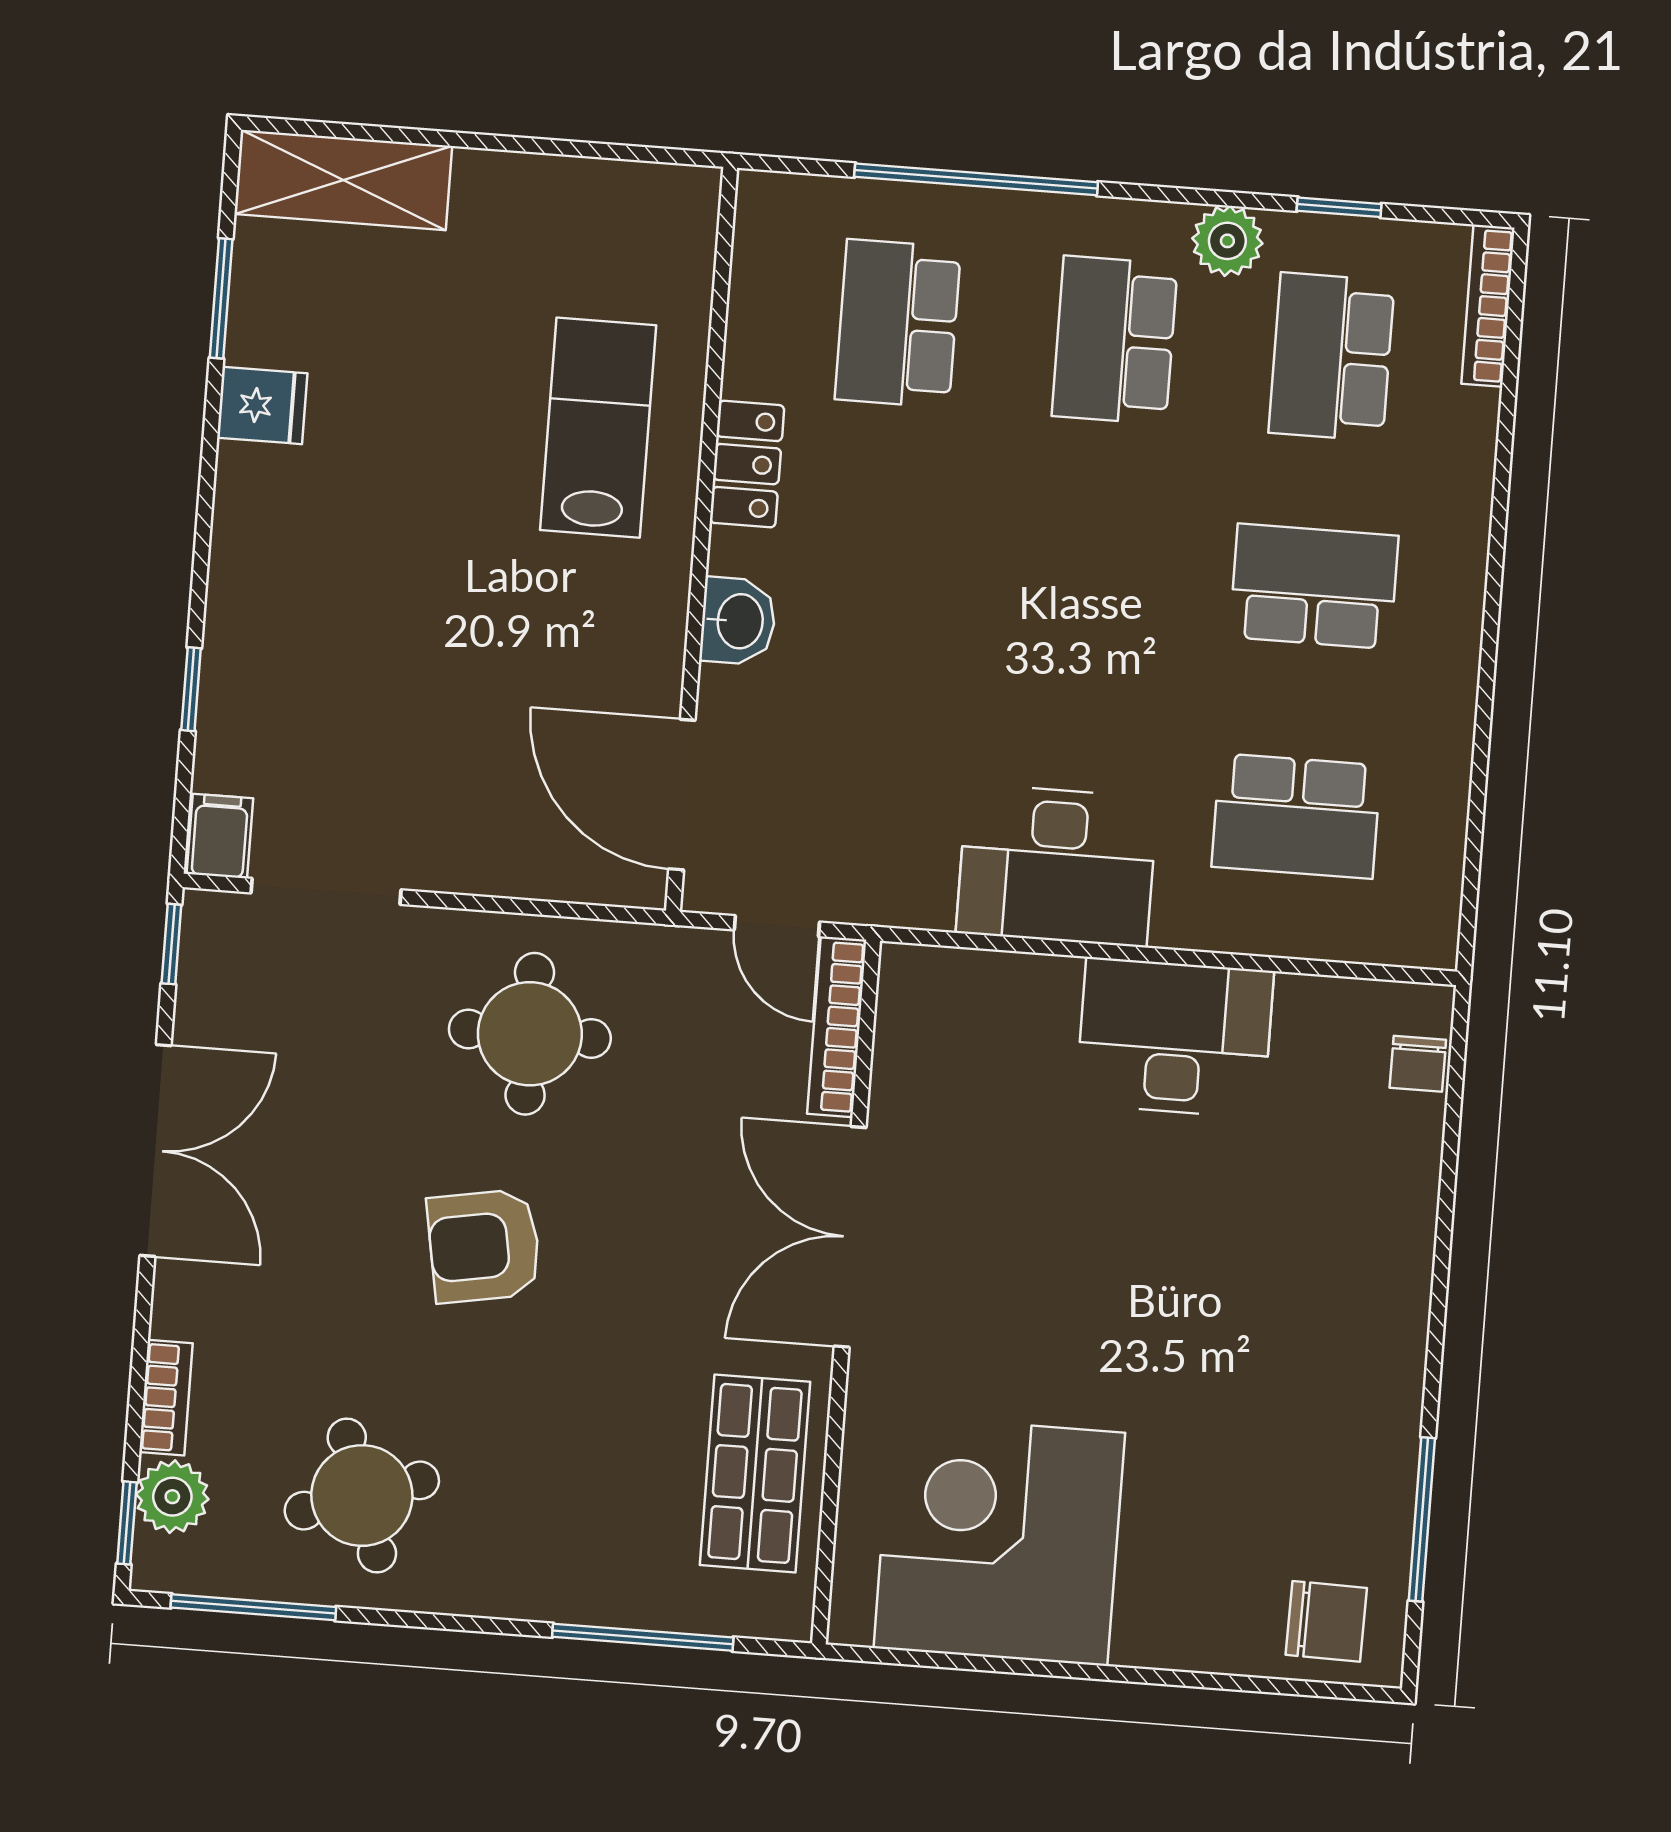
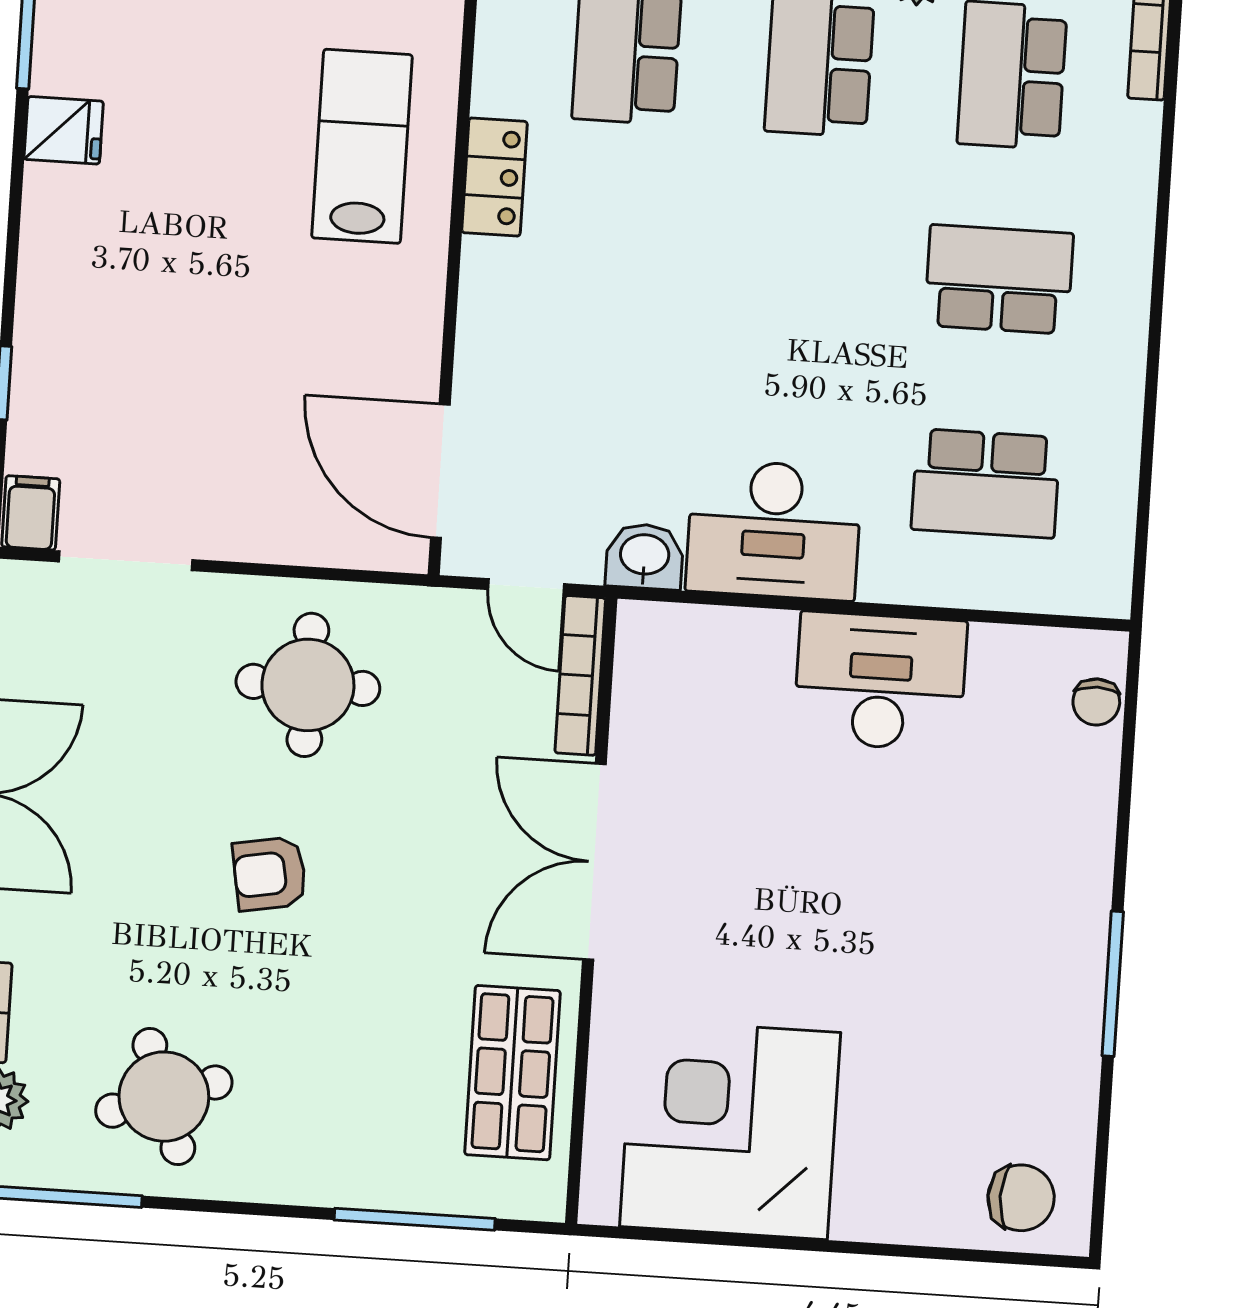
washbasin: (738, 621) -> (644, 556), moved, turned -90
armchair: (484, 1246) -> (270, 874), width x0.72, depth x0.72
window: (1422, 1519) -> (1113, 984), moved

